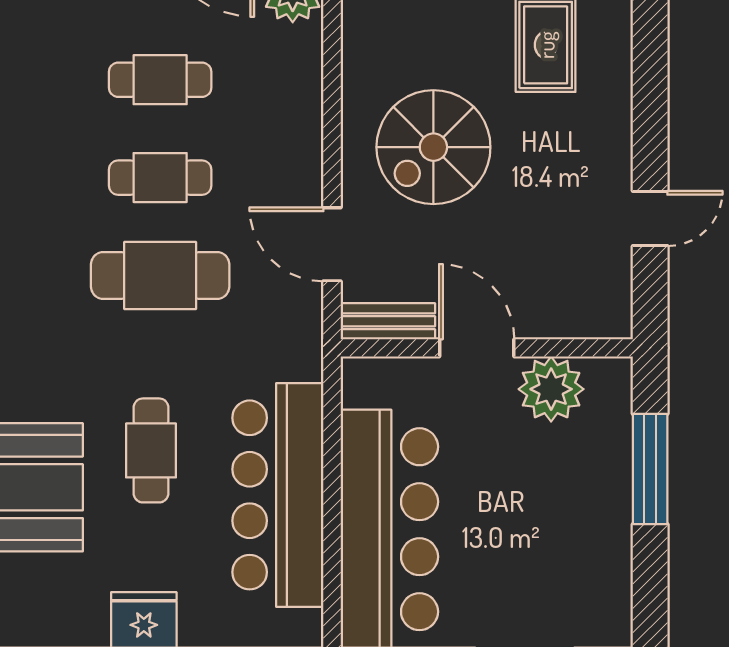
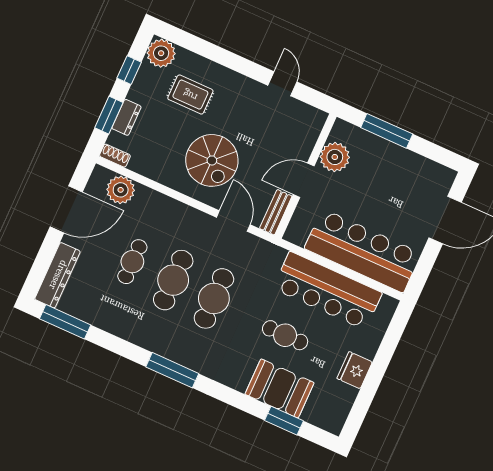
cafe table: (160, 178) -> (173, 280), width x1.37, depth x1.35
door: (332, 244) -> (233, 221), swing flipped

